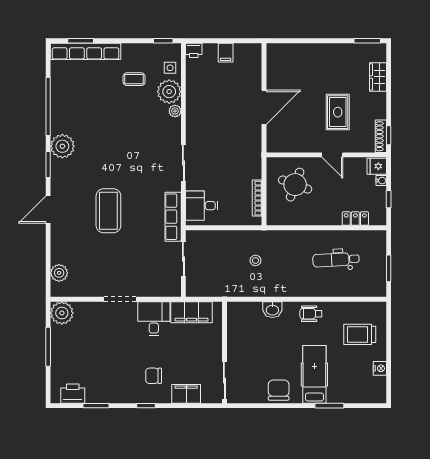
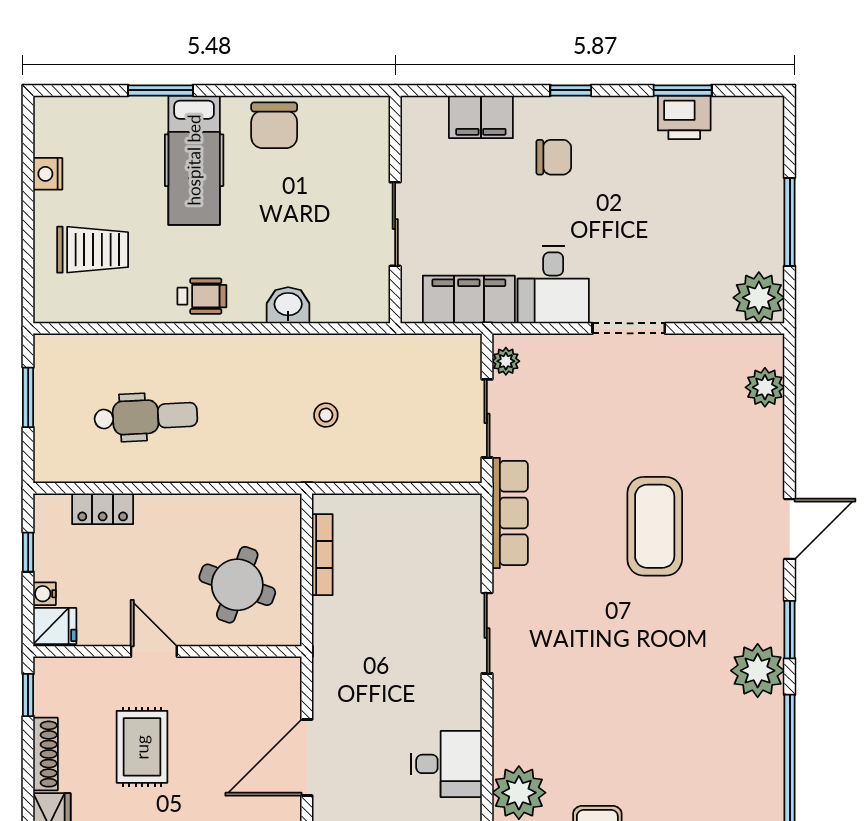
plant: (175, 111) -> (506, 361), moved
shoe rack: (381, 136) -> (45, 754), moved
desk: (202, 206) -> (446, 764), moved
sliding door: (224, 381) -> (395, 224), moved
printer: (73, 394) -> (684, 117), moved

